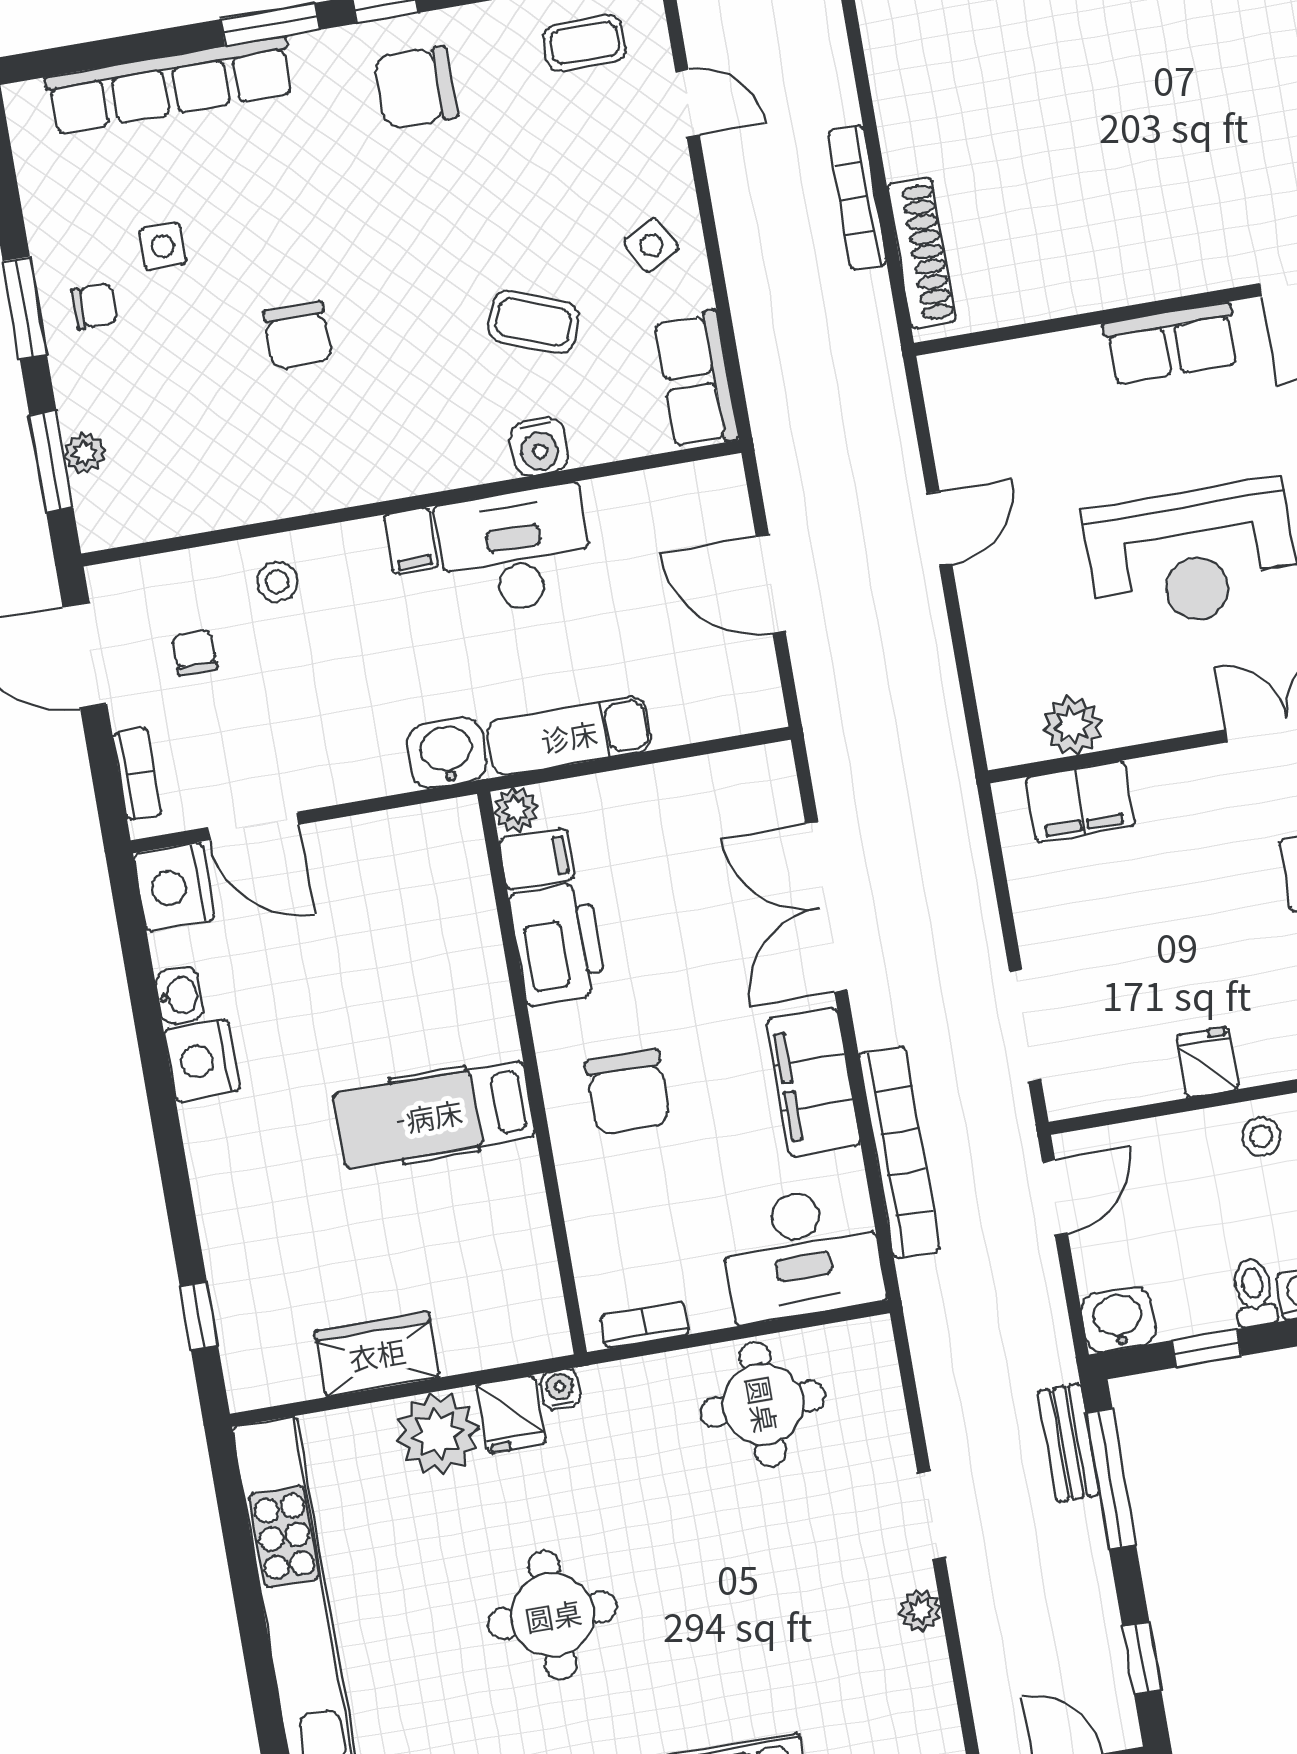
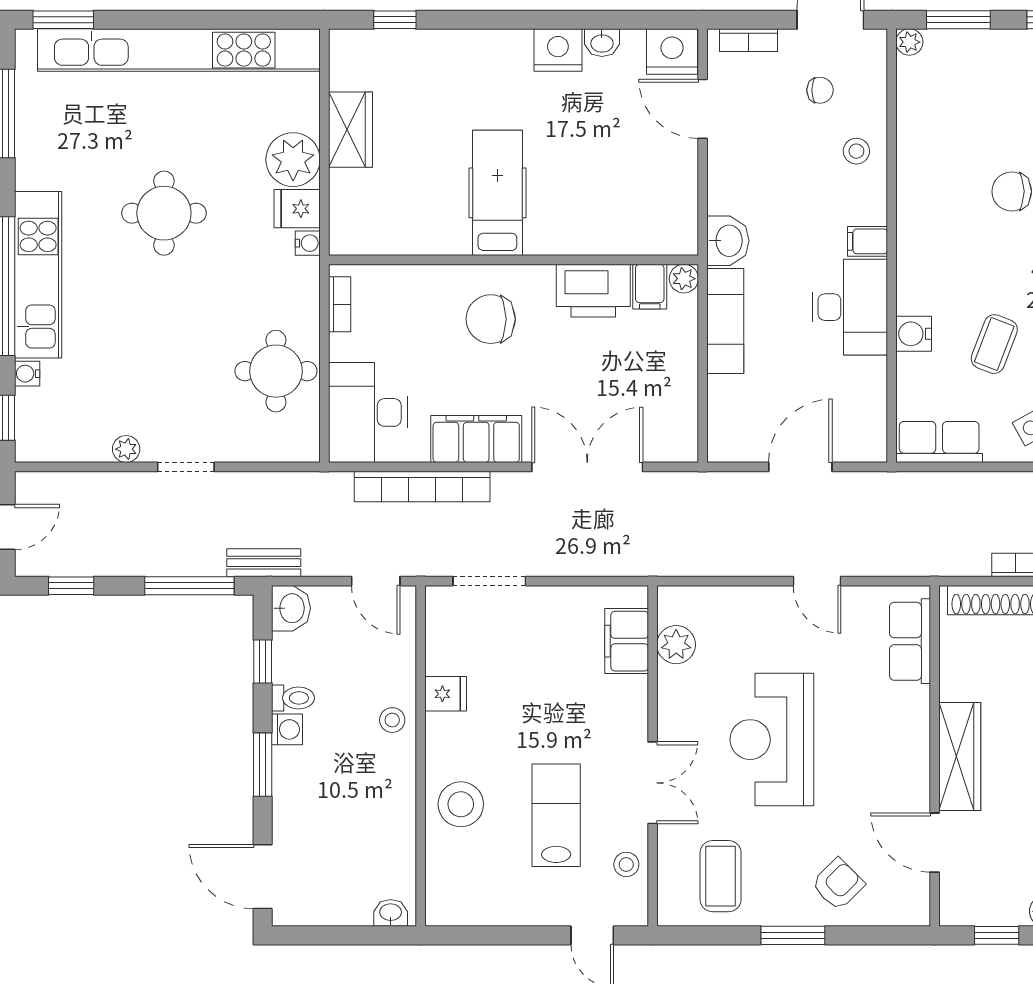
wardrobe: (1168, 266) -> (960, 756), added
row of seats: (1171, 344) -> (910, 641), moved
plant: (85, 453) -> (909, 42), moved
door: (253, 826) -> (703, 109), hinge flipped
bench: (1069, 1443) -> (264, 563), moved

